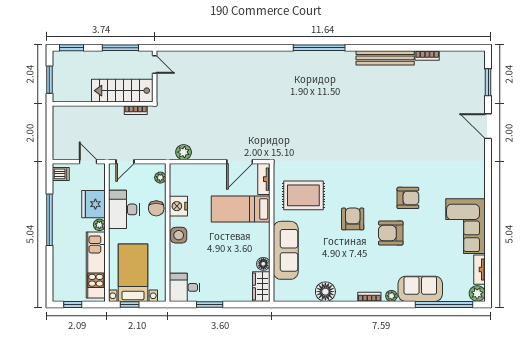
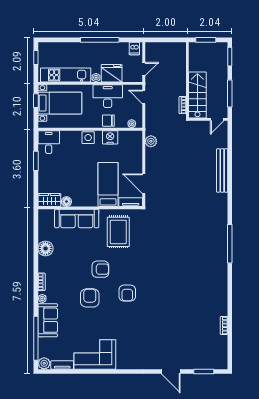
bench: (385, 58) -> (222, 170), moved
door: (488, 126) -> (171, 371), swing flipped
armchair: (408, 198) -> (127, 293), moved

